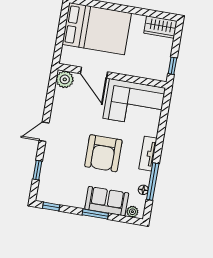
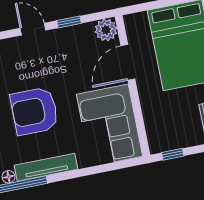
window: (49, 104) -> (69, 22), added
tv unit: (148, 154) -> (46, 167), width x1.41

